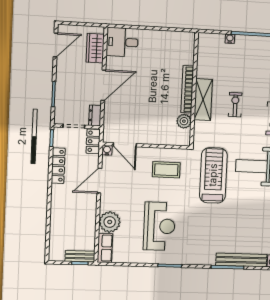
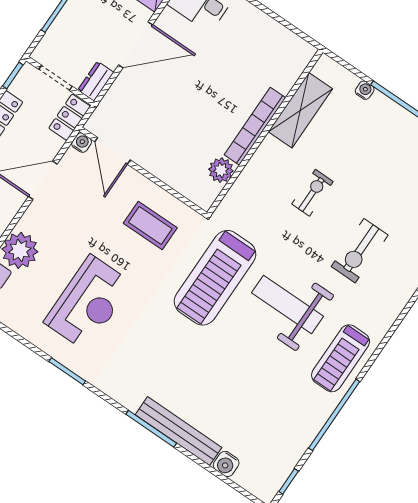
shelving: (203, 100) -> (300, 110), moved
treadmill: (213, 175) -> (215, 278), turned 180

